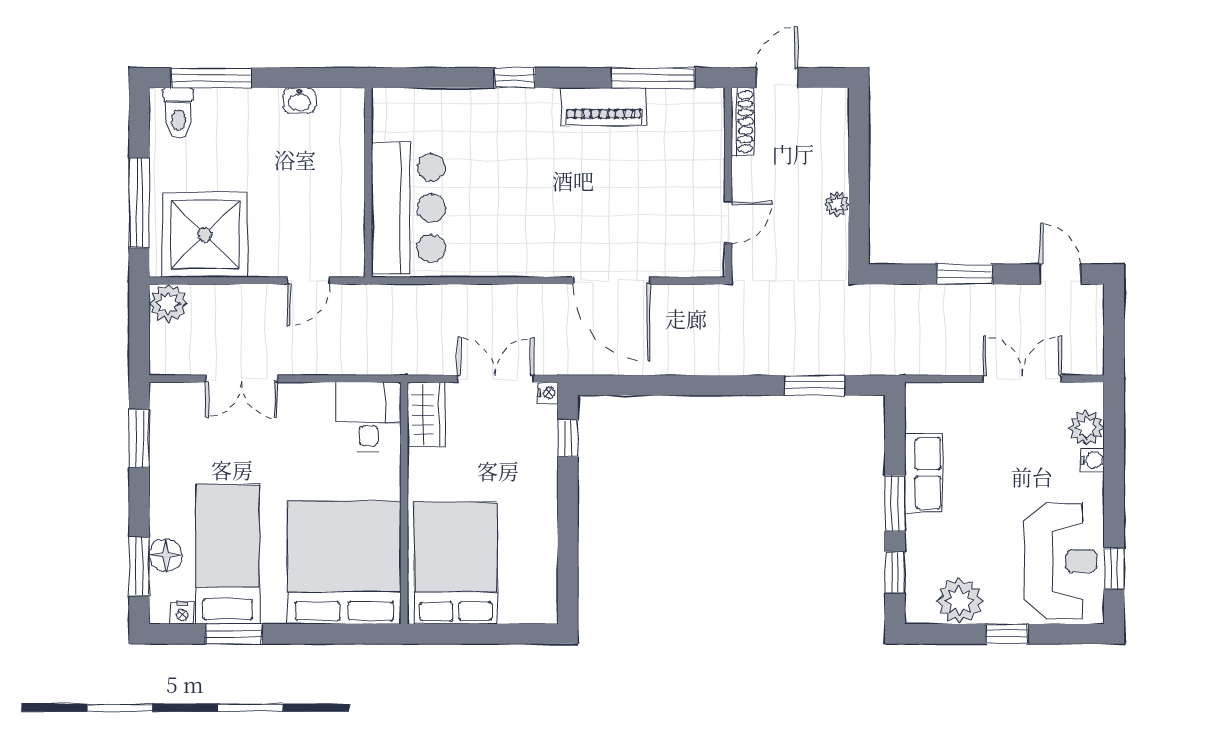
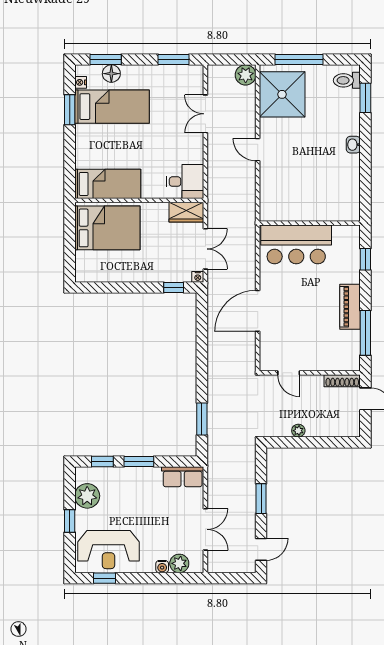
window: (211, 78) -> (365, 98), width x0.69
wall: (368, 182) -> (310, 223), moved
bar counter: (408, 208) -> (296, 244), moved
row of seats: (924, 473) -> (183, 477), moved
bed: (344, 562) -> (108, 184), width x0.49

